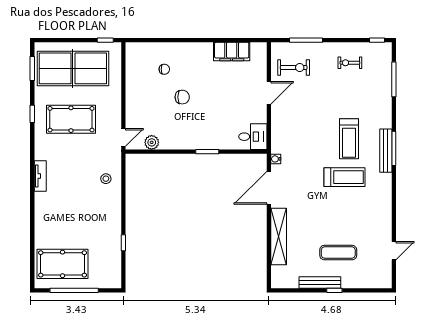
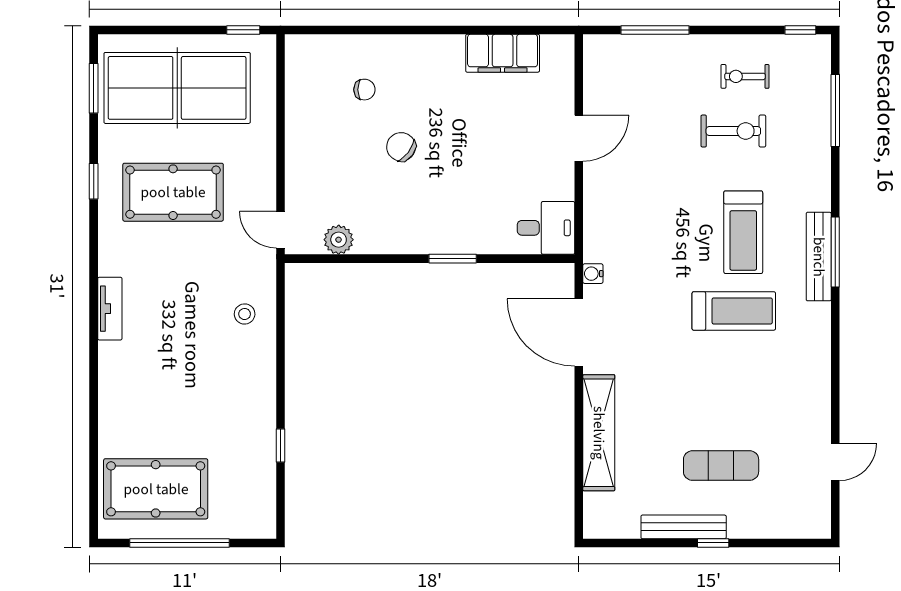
exercise bike: (294, 68) -> (733, 131), moved
chair: (182, 97) -> (401, 147), turned -143
door: (123, 138) -> (280, 230), swing flipped
door: (269, 188) -> (579, 333), hinge flipped

